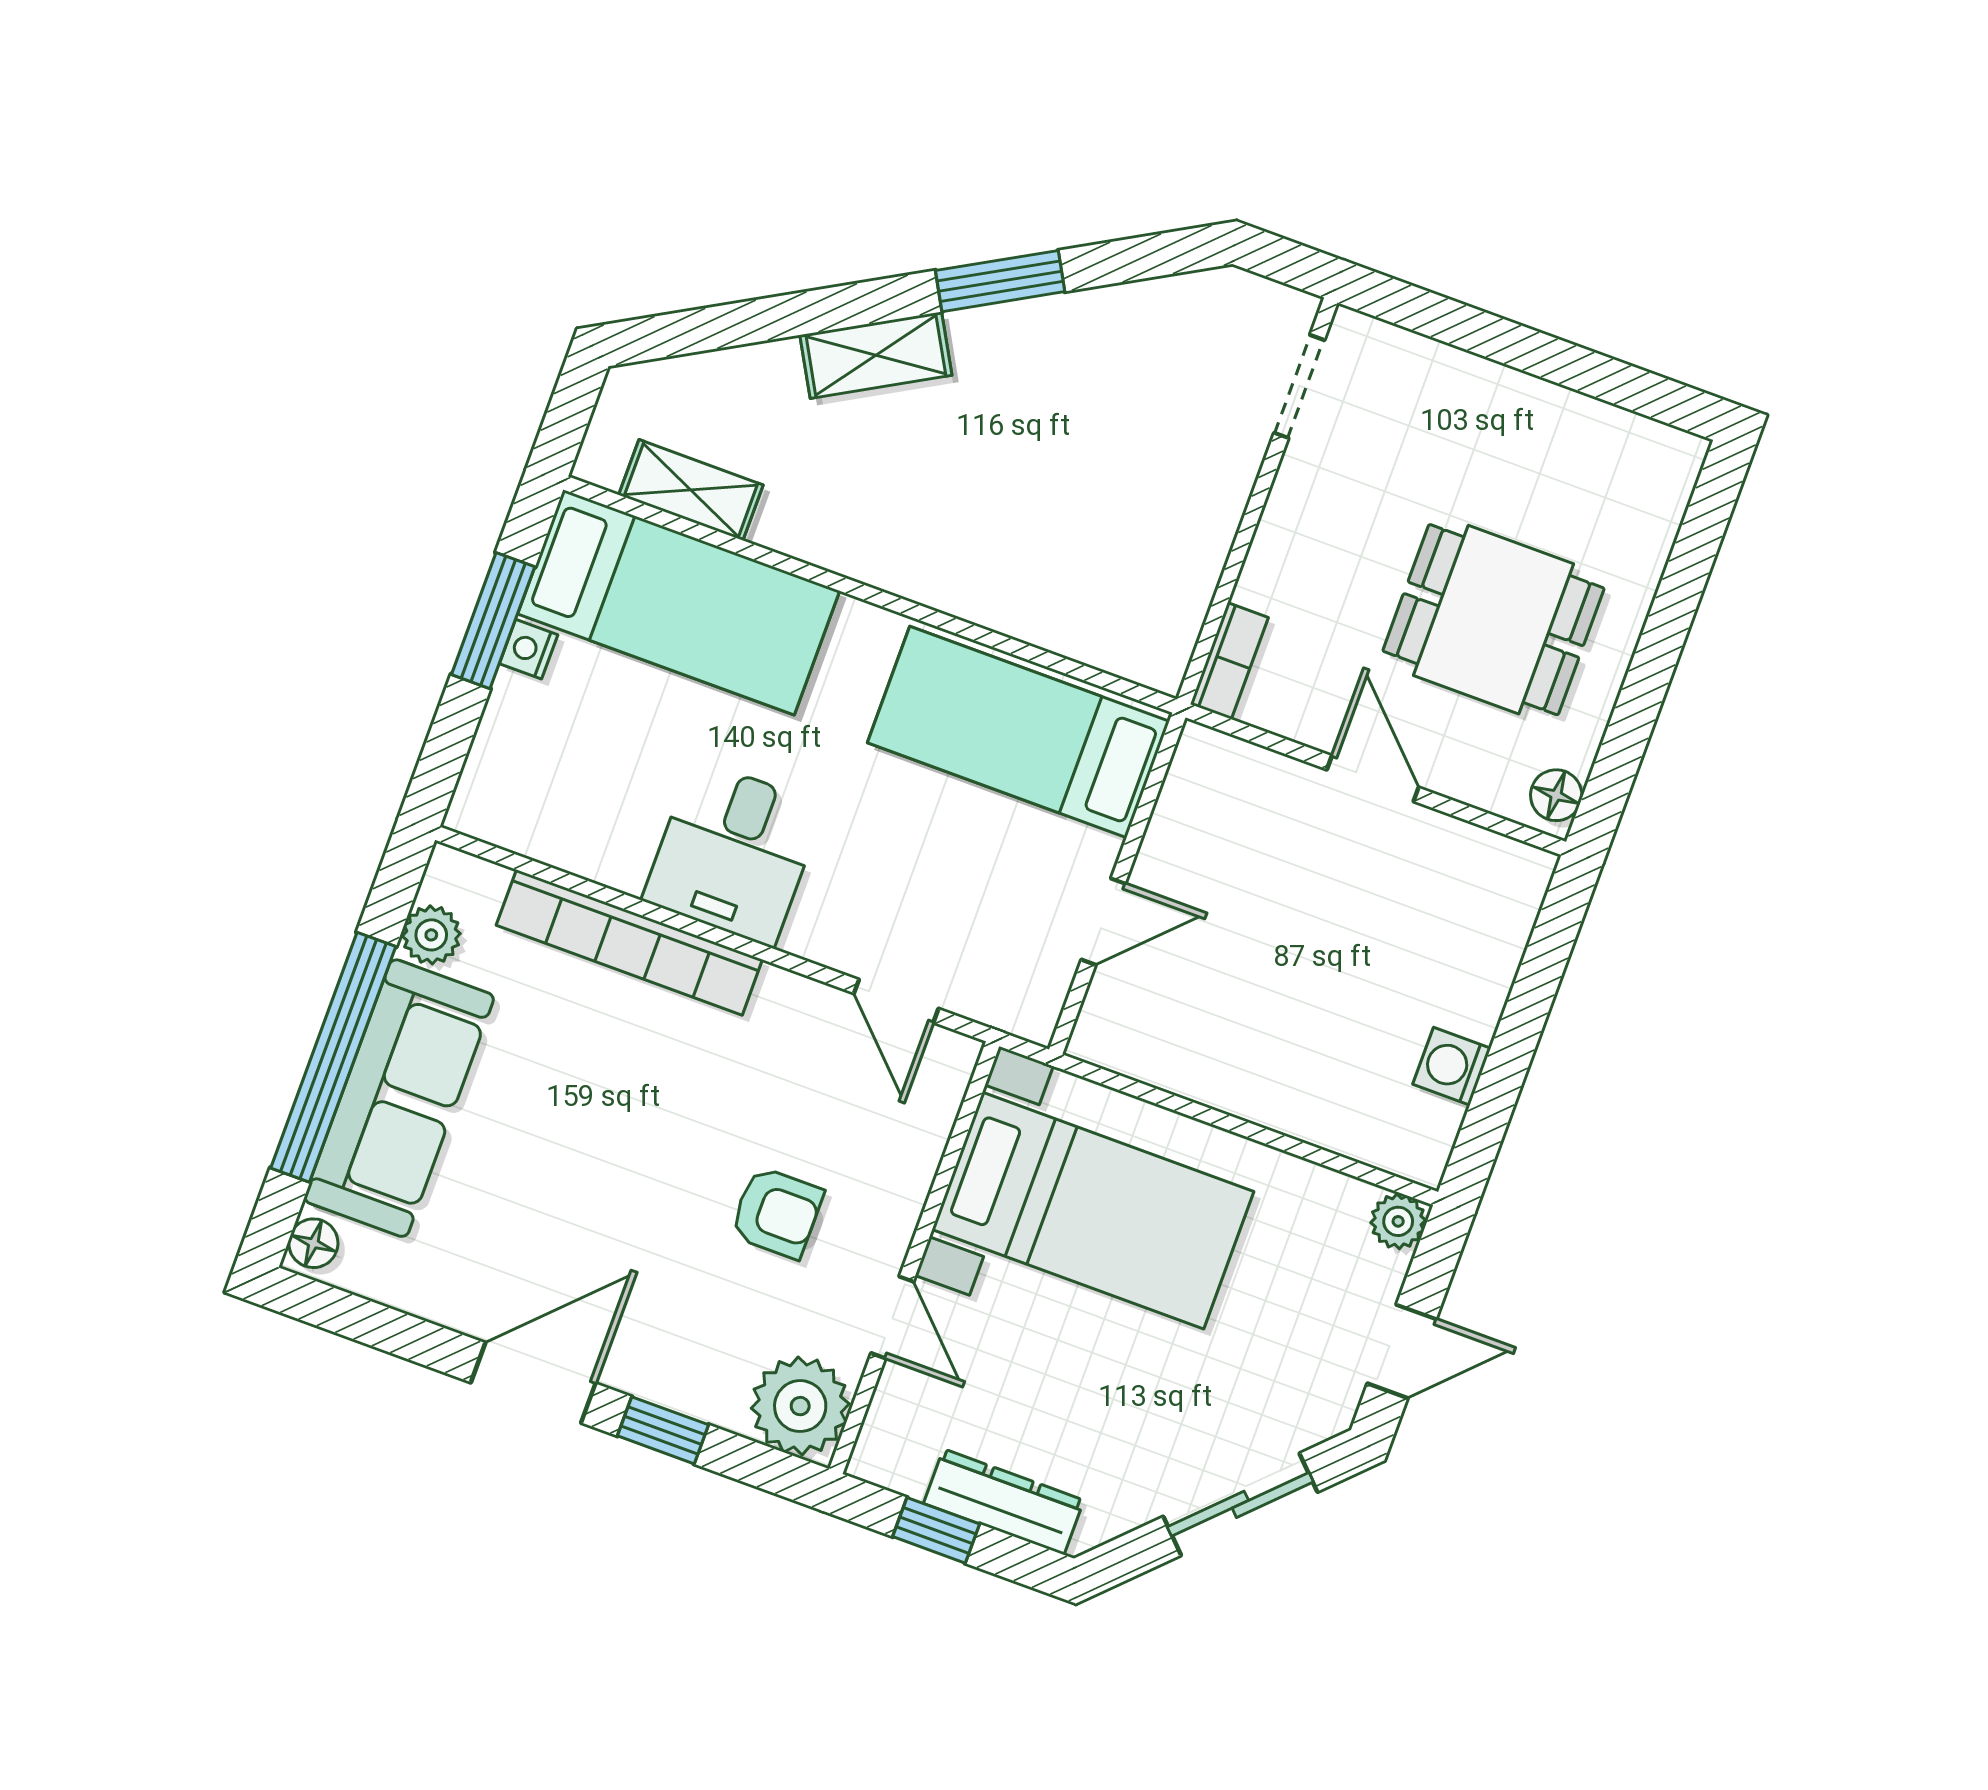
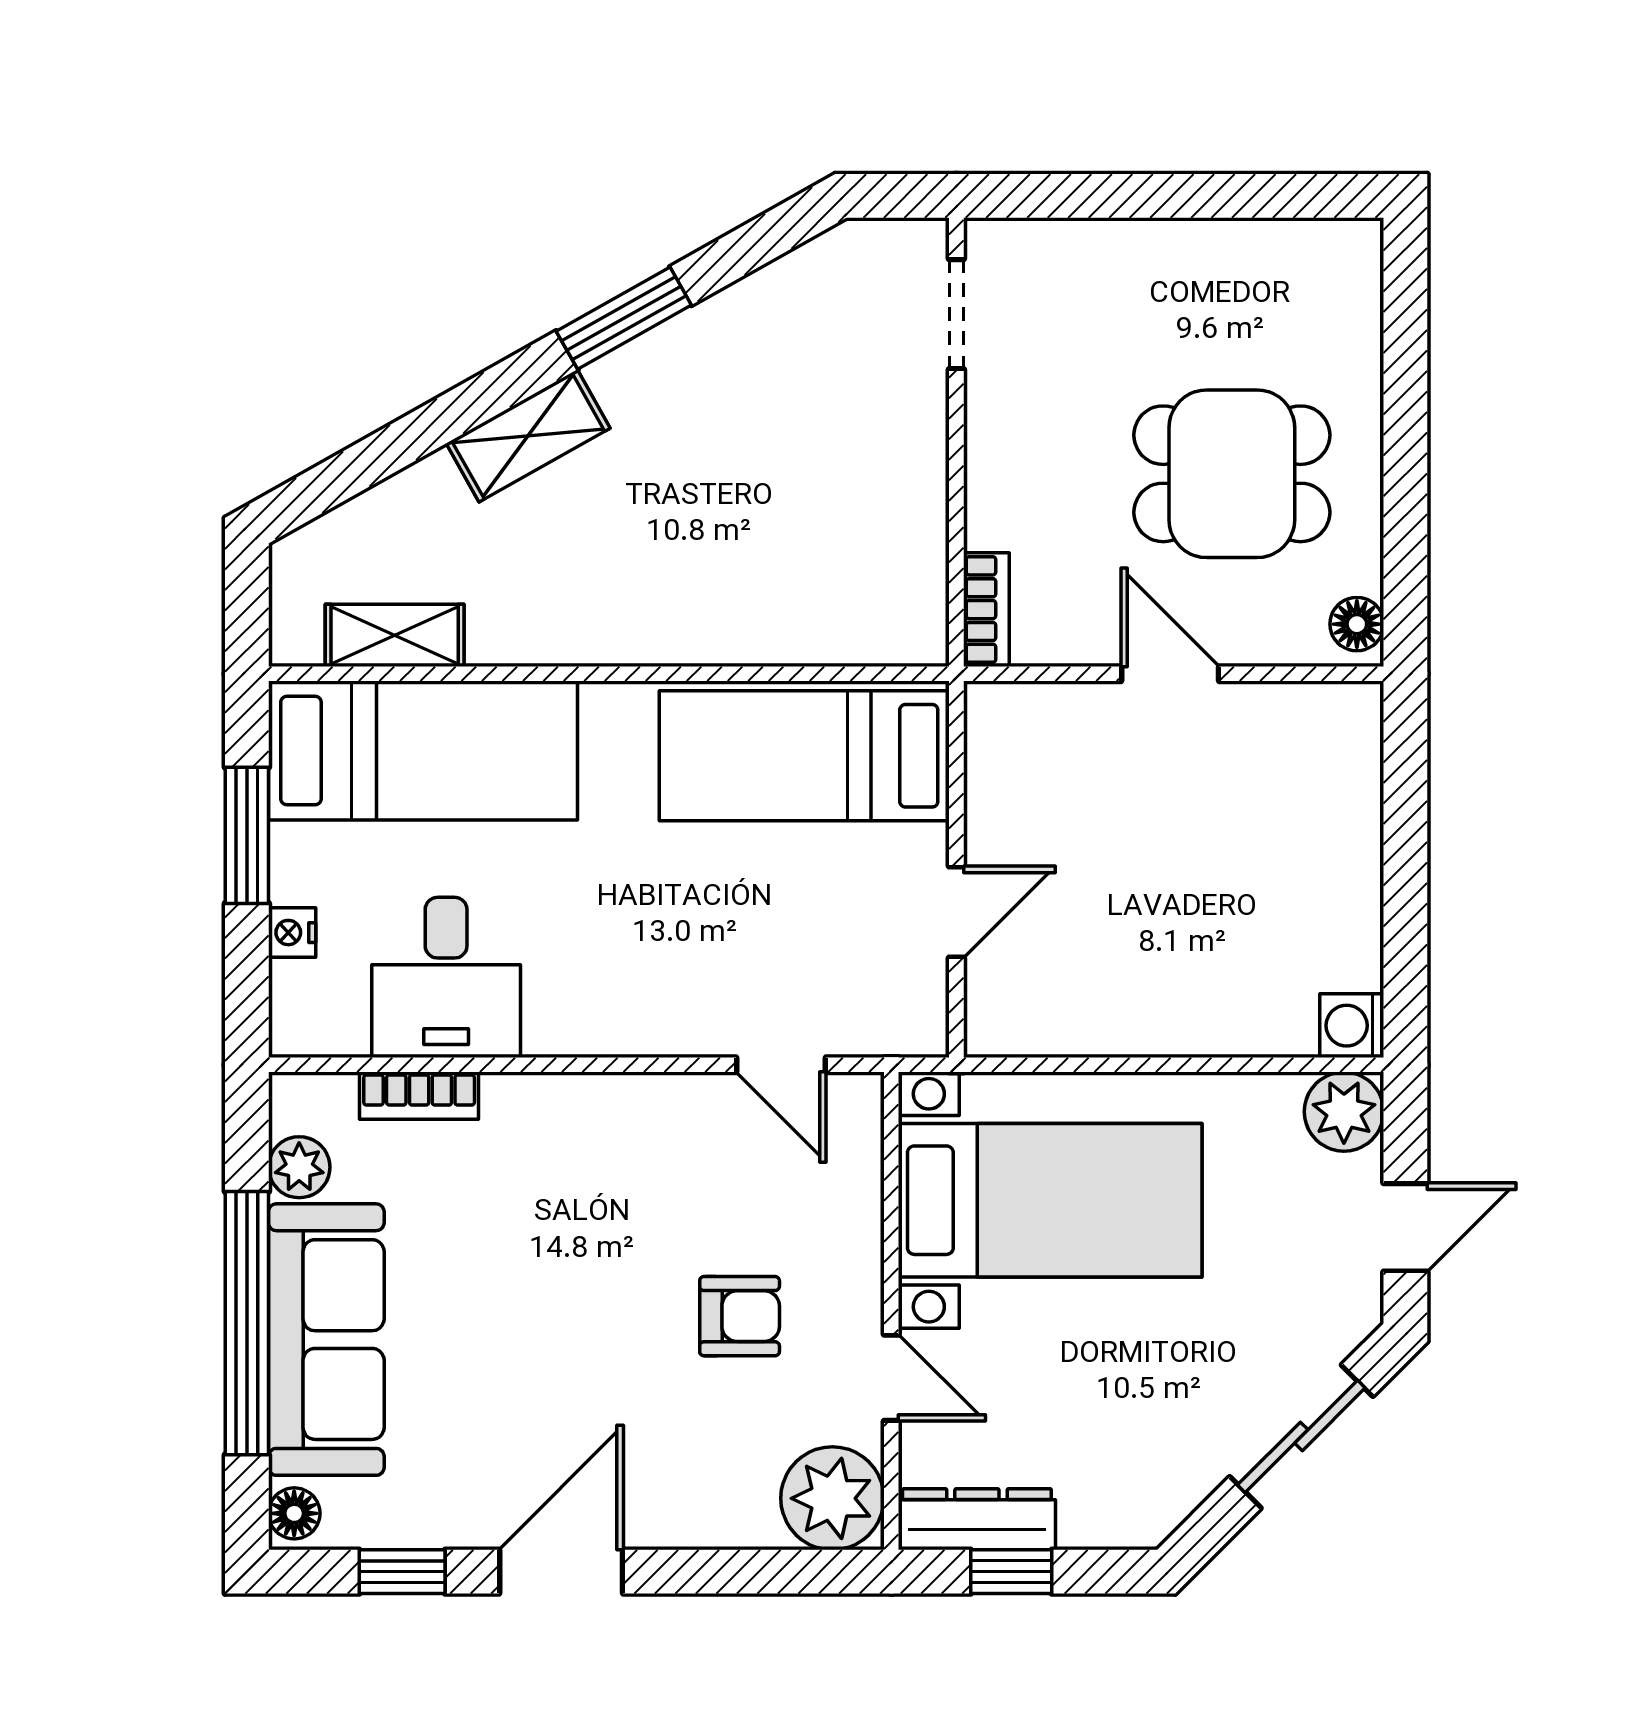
nightstand: (529, 649) -> (292, 933), moved
desk: (734, 853) -> (446, 977), moved
bookcase: (629, 942) -> (419, 1096), width x0.43, depth x0.76
washing machine: (1452, 1066) -> (1352, 1026), moved
plant: (1398, 1221) -> (1344, 1112), width x1.38, depth x1.38
window: (663, 1430) -> (402, 1572), moved
dresser: (1004, 1502) -> (977, 1519), moved

